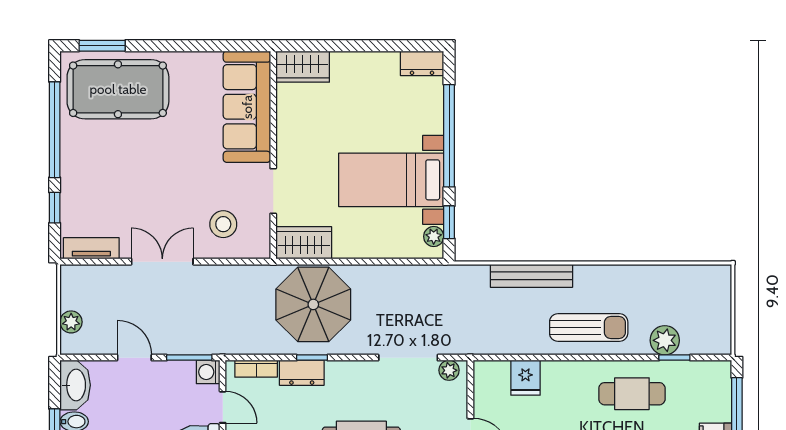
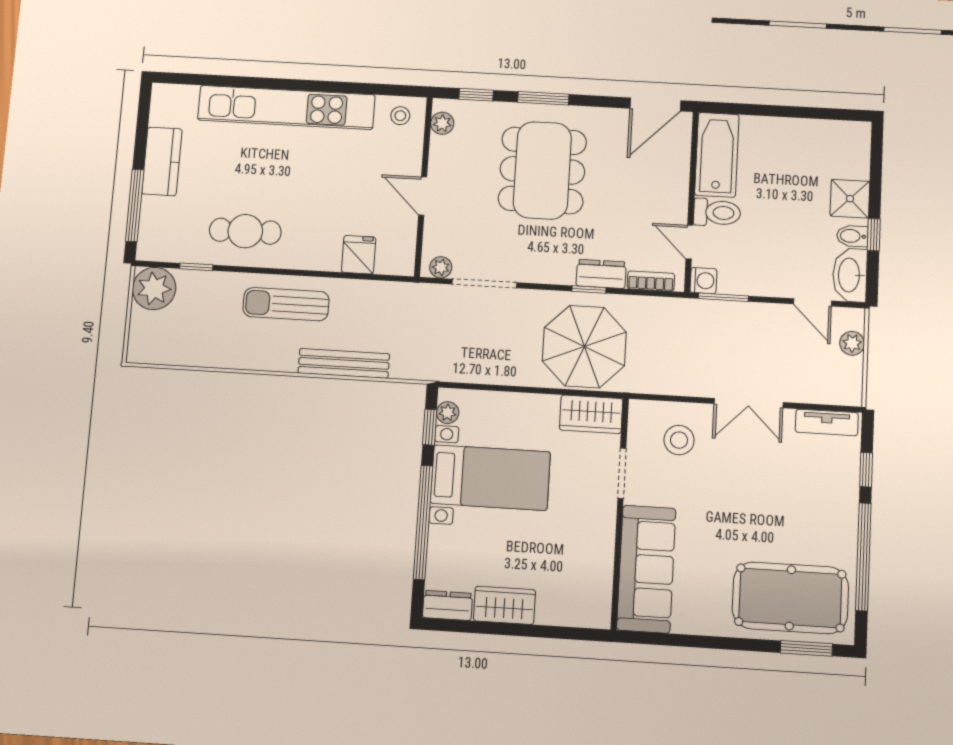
wardrobe: (303, 67) -> (504, 605), moved
plant: (665, 340) -> (154, 288), moved, width x1.36, depth x1.36
door: (134, 358) -> (813, 302), moved

